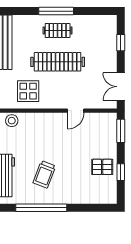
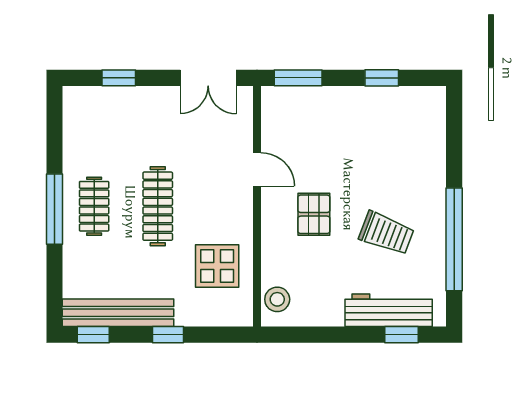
clothes rail: (58, 62) -> (158, 206), width x0.73, depth x0.76
pallet: (102, 167) -> (314, 214), moved

